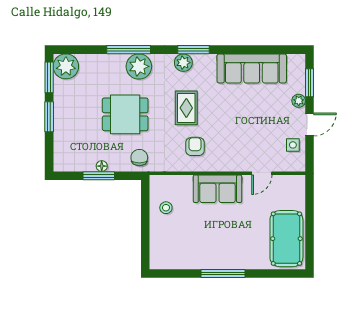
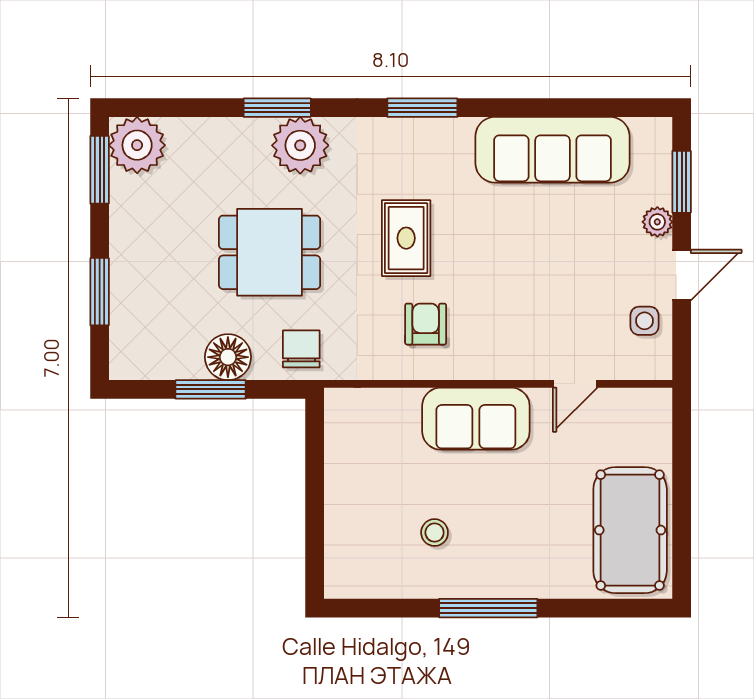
window: (129, 50) -> (277, 108), width x0.69
plant: (183, 63) -> (400, 137), removed
window: (49, 117) -> (100, 292), moved
floor lamp: (102, 166) -> (228, 357), width x1.89, depth x1.89
stool: (166, 208) -> (435, 533), moved

